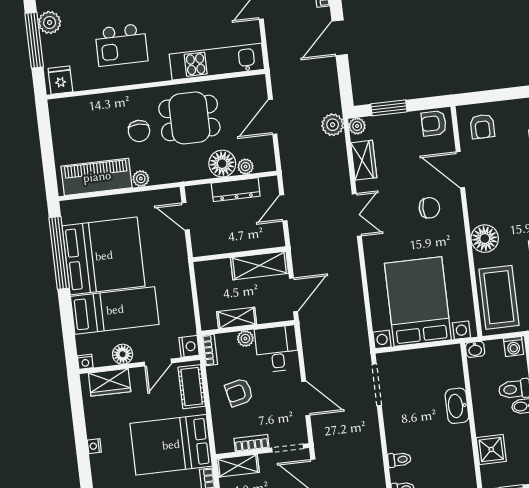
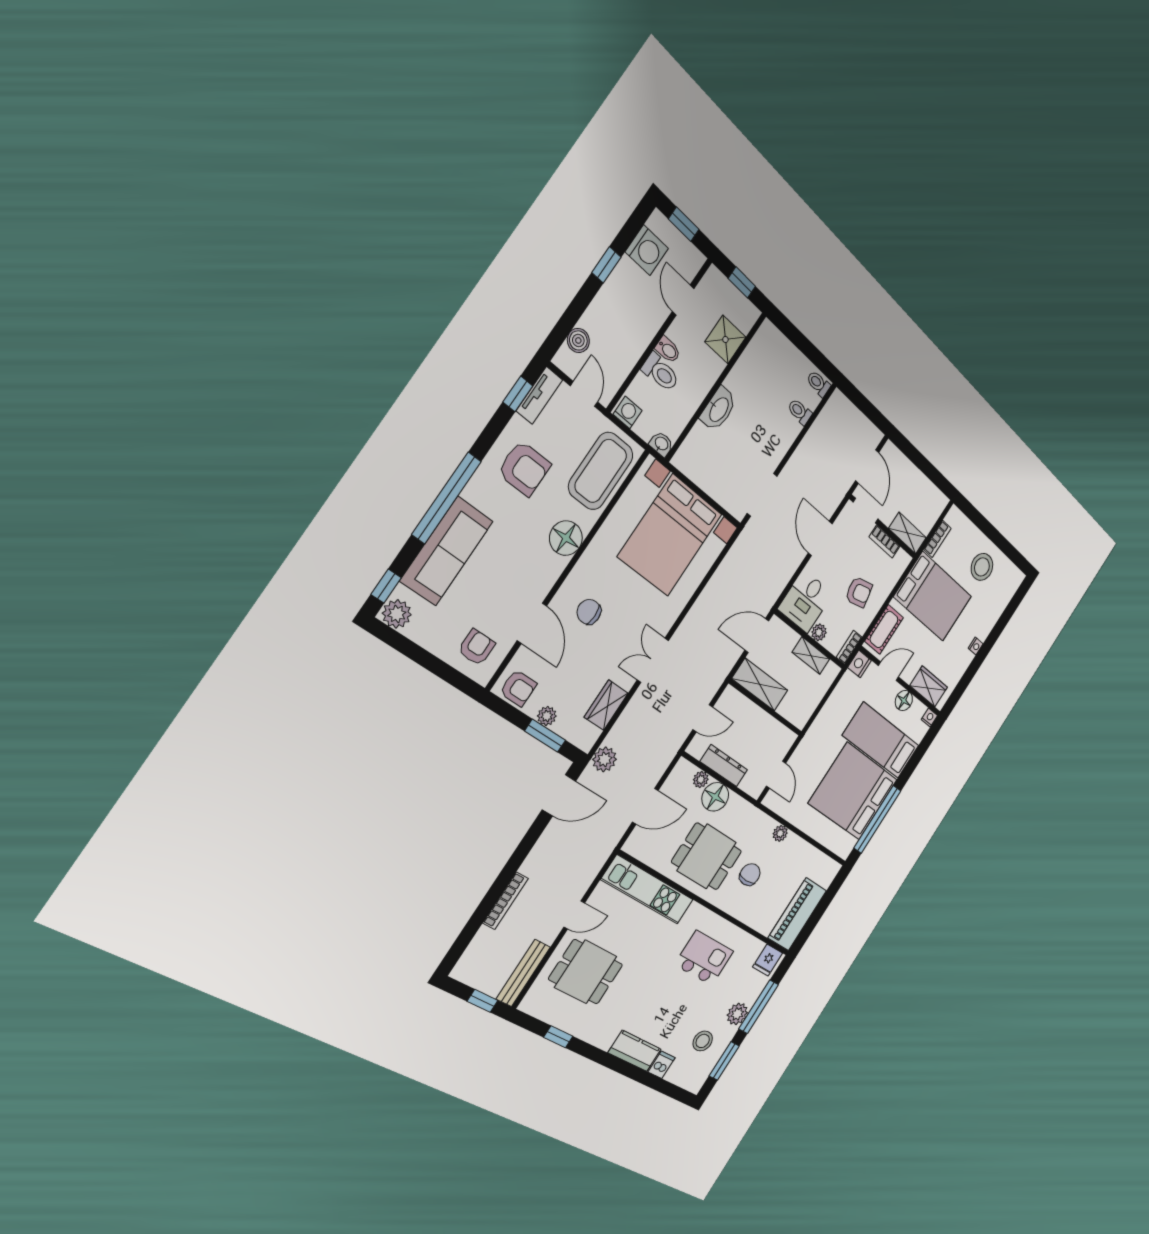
door: (340, 38) -> (559, 795), moved
plant: (357, 126) -> (547, 716), moved
piano: (97, 177) -> (797, 914), moved, turned 90

